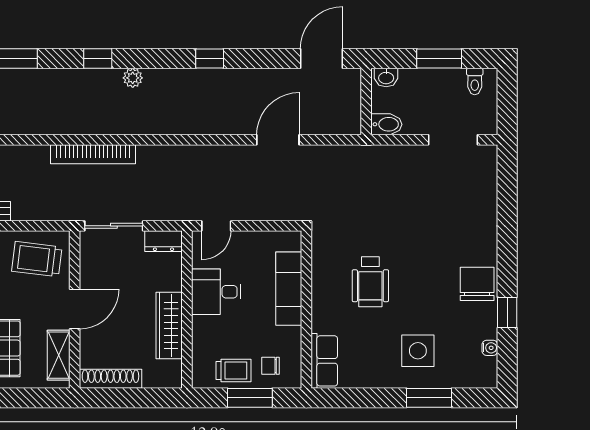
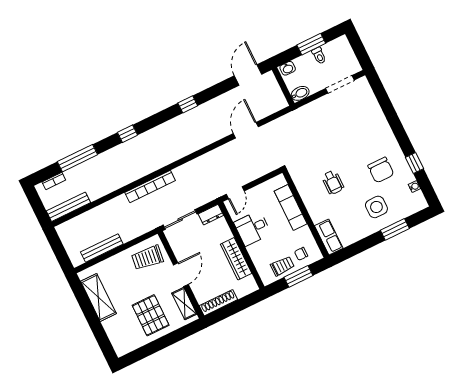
plant: (133, 78) -> (151, 135), removed
toilet: (475, 81) -> (319, 56), moved
wheelchair: (370, 282) -> (333, 182), width x0.73, depth x0.73
chair: (477, 284) -> (381, 170), moved, turned 180

